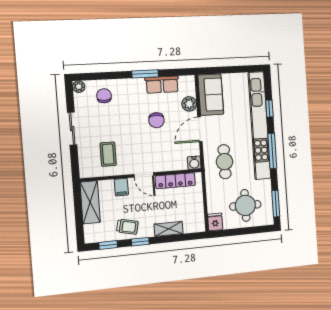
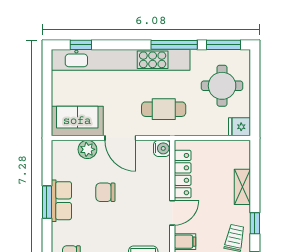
row of seats: (162, 85) -> (61, 201), moved
window: (269, 109) -> (81, 45), moved
chair: (156, 120) -> (105, 192), turned 180
window: (272, 151) -> (174, 45), moved

